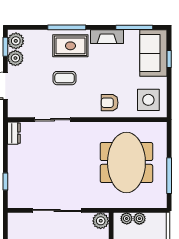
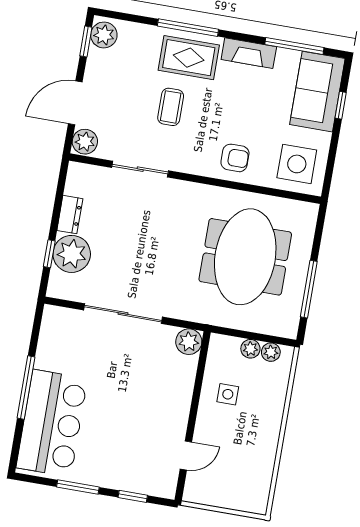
plant: (15, 58) -> (85, 142), moved
coffee table: (65, 78) -> (171, 107), turned 90
armchair: (110, 103) -> (235, 158), turned 180
dresser: (14, 133) -> (70, 215), moved
plant: (19, 179) -> (72, 254), added
plant: (127, 219) -> (271, 352), moved

